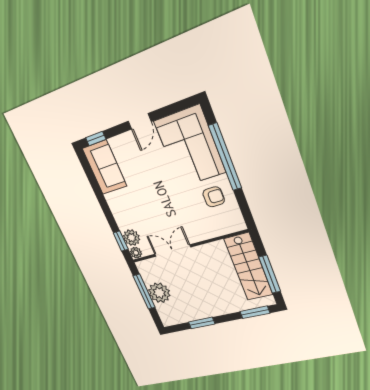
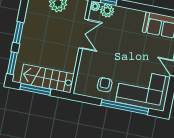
armchair: (214, 197) -> (105, 85), turned 180
window: (202, 323) -> (18, 33), moved

